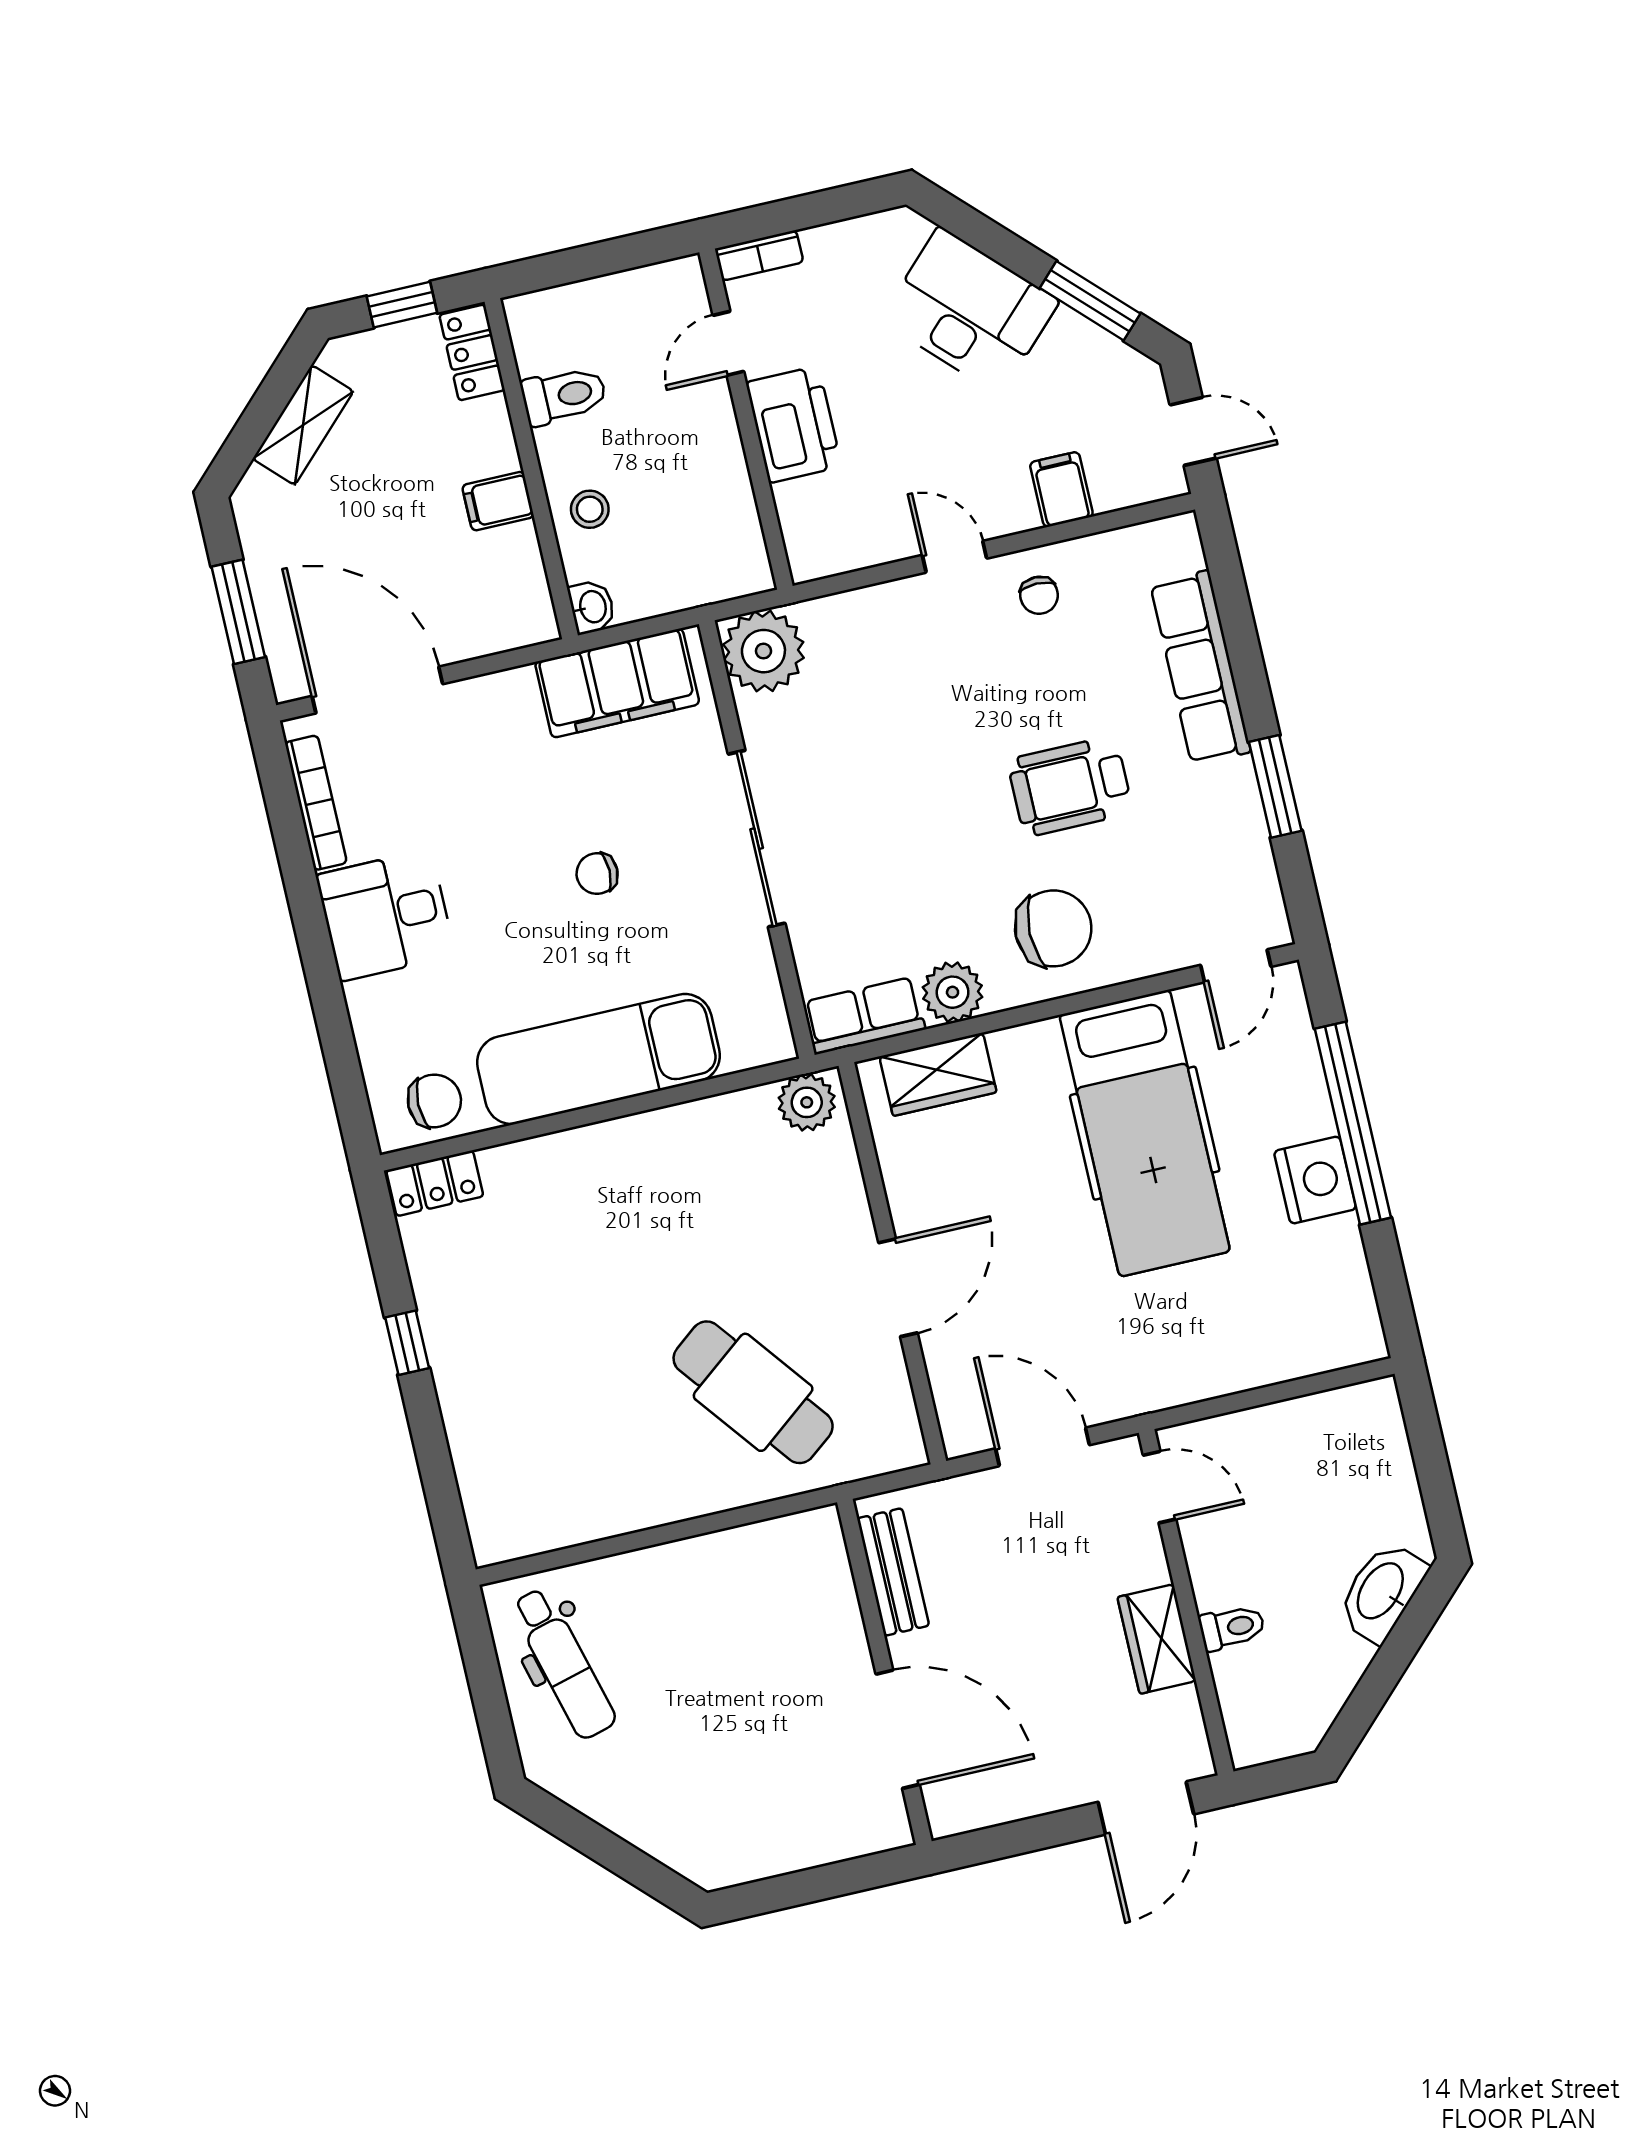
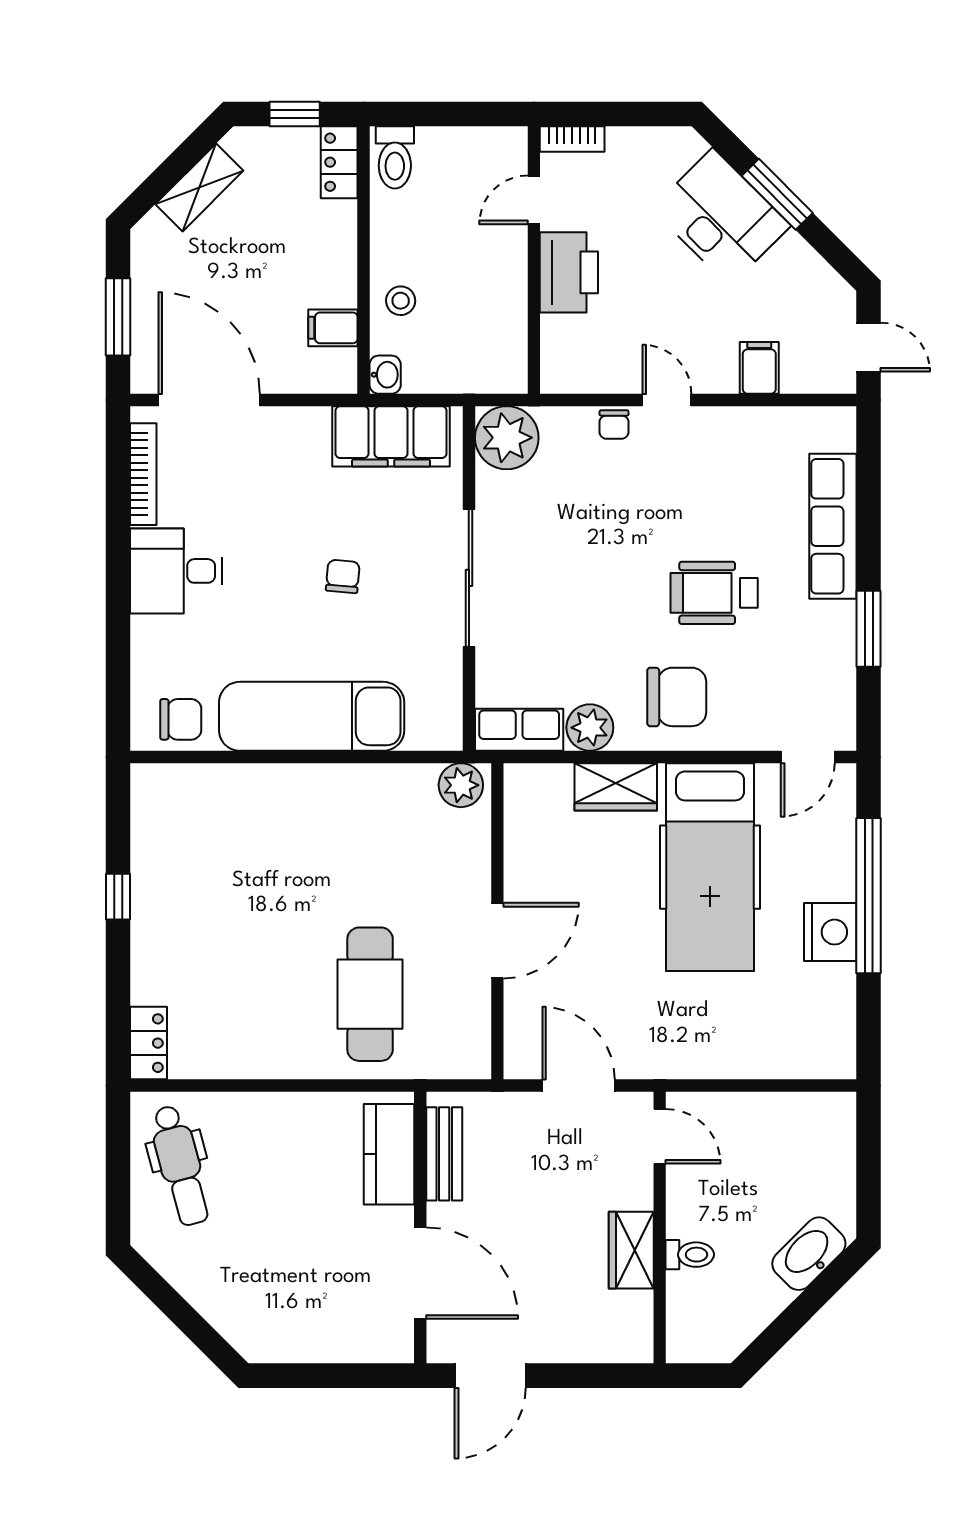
window: (1090, 301) -> (777, 194), moved
toilet: (564, 396) -> (395, 157), moved, turned 90
filing cabinet: (498, 501) -> (333, 328), moved
chair: (1039, 595) -> (614, 424), moved
chair: (597, 874) -> (343, 576), turned 95
wardrobe: (938, 1074) -> (616, 787), moved
locker: (435, 1183) -> (149, 1043), moved, turned -90
cafe table: (753, 1392) -> (370, 994), turned 38
kitchen counter: (824, 1589) -> (389, 1154), added
door: (1146, 1808) -> (490, 1376), moved

